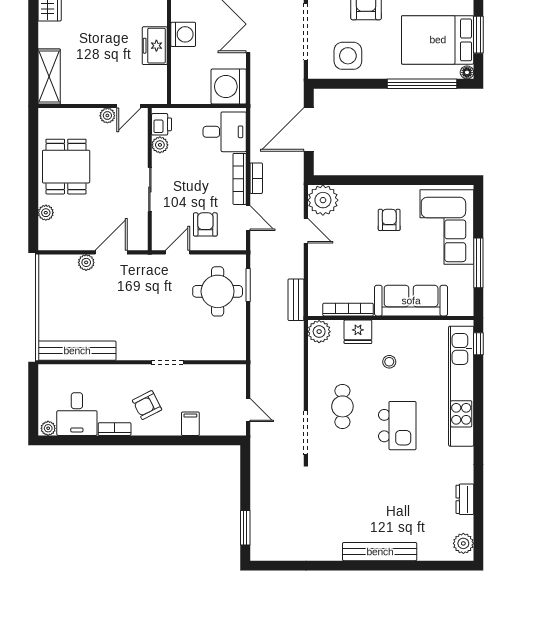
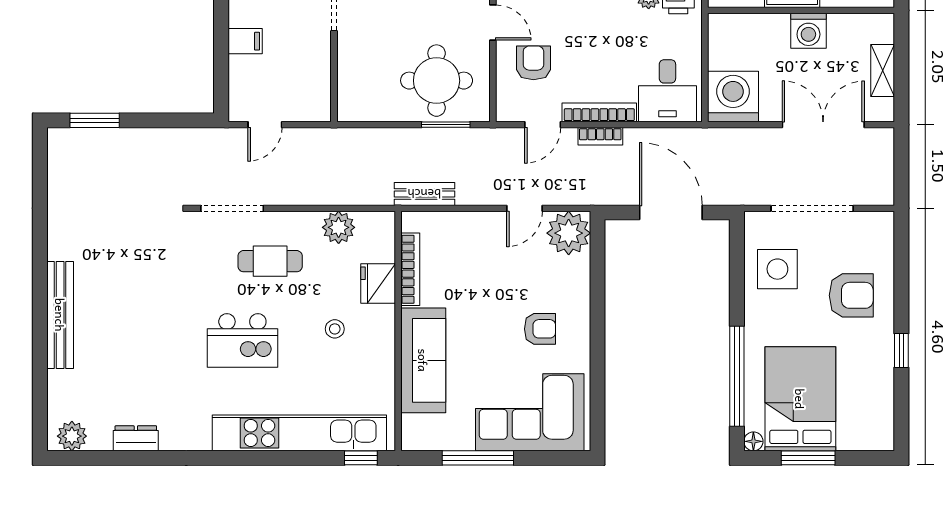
armchair: (205, 224) -> (533, 63), turned -90
plant: (319, 332) -> (339, 227), moved

